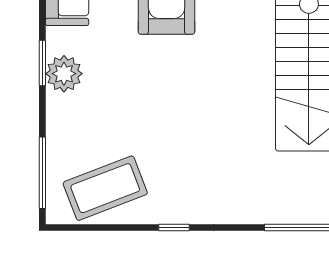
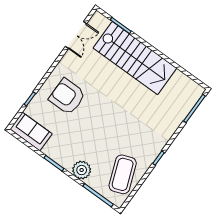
plant: (64, 74) -> (82, 170), moved

